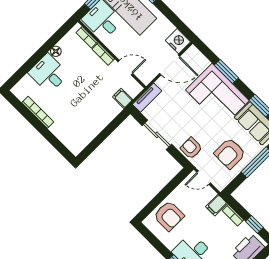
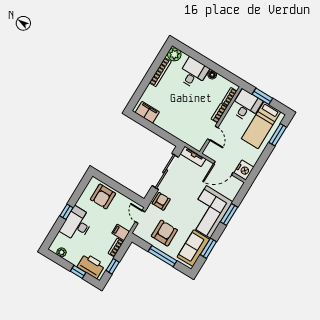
door: (170, 65) -> (223, 168), hinge flipped
plant: (21, 90) -> (174, 54), added
filing cabinet: (123, 98) -> (147, 112), moved, width x2.00
sliding door: (157, 135) -> (165, 171), width x1.37
armchair: (230, 153) -> (164, 233), turned 90

